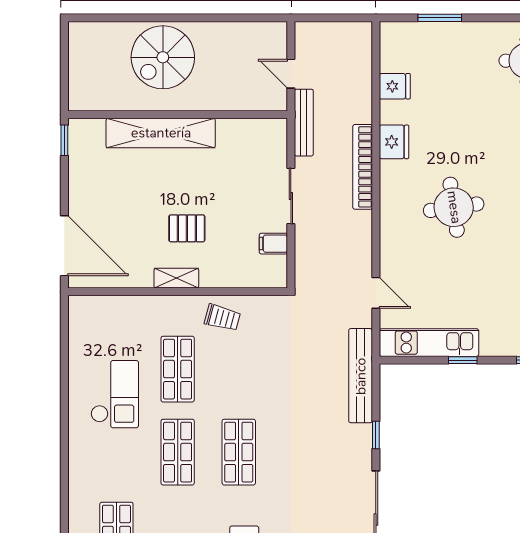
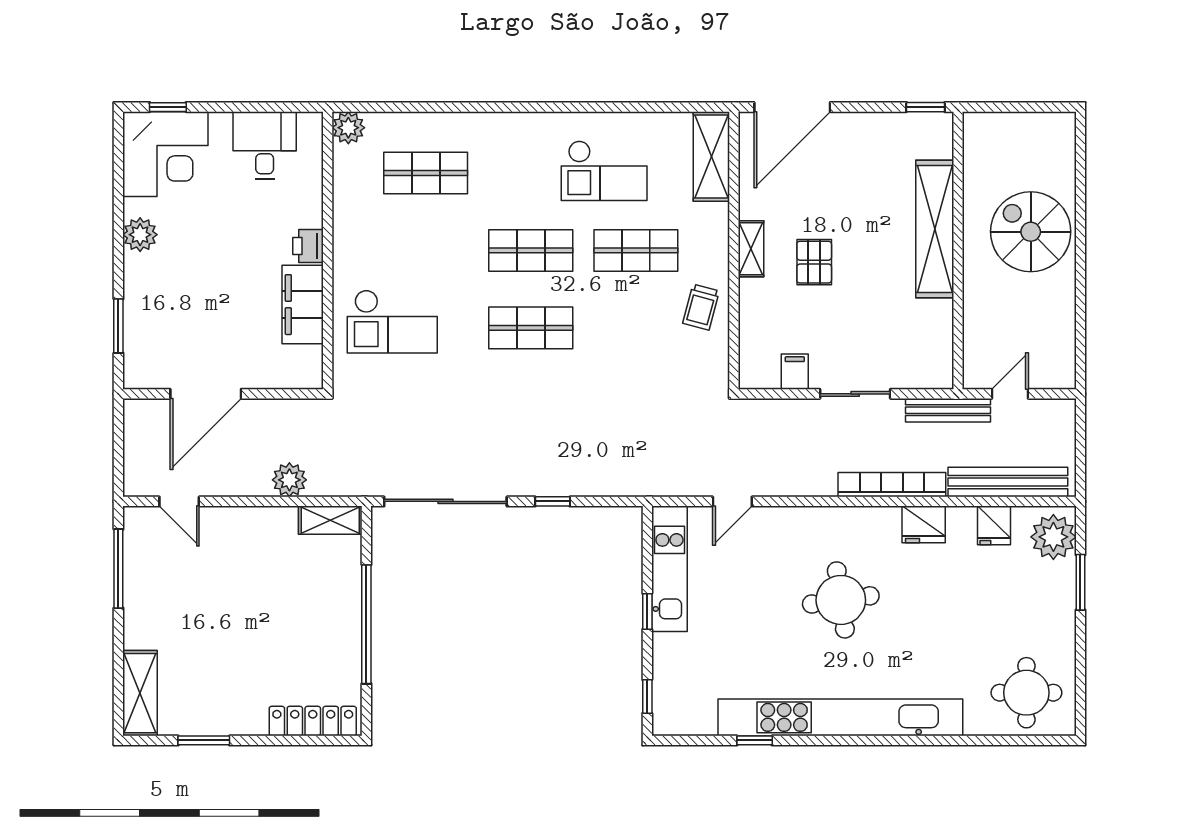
plant: (404, 39) -> (1053, 537), added
shelving: (103, 309) -> (711, 156), added
bench: (361, 376) -> (1008, 482), moved

